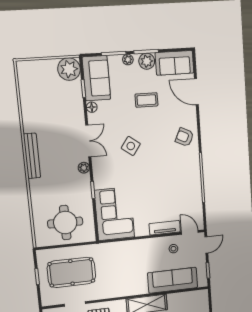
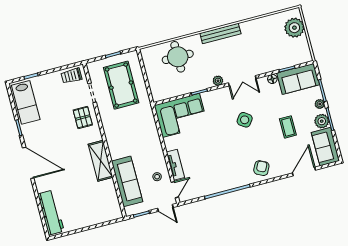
plant: (69, 69) -> (294, 28), moved
round table: (65, 223) -> (178, 57), moved

